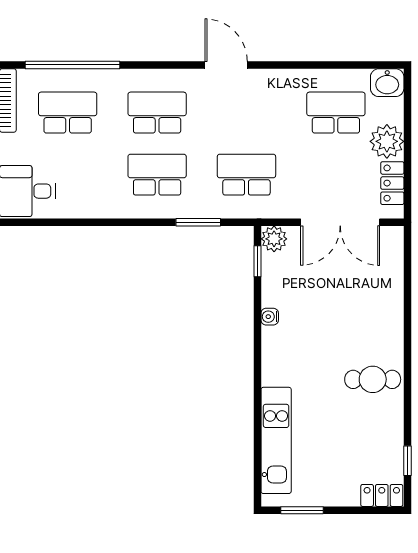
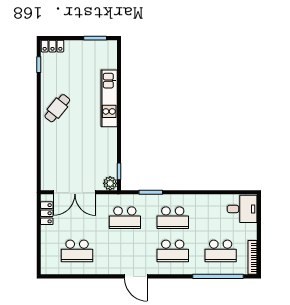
washbasin: (387, 83) -> (50, 267), removed
plant: (387, 141) -> (50, 236), removed
double door: (340, 222) -> (75, 192), swing flipped
water cooler: (270, 317) -> (112, 142), removed
cafe table: (373, 379) -> (57, 108), turned -51
kitchen unit: (276, 440) -> (109, 98), moved

